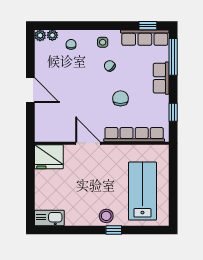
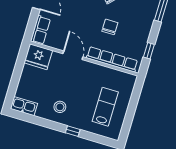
row of seats: (161, 78) -> (40, 30), moved, turned 180
lab bench: (142, 191) -> (105, 107), width x0.73, depth x0.72
stool: (106, 216) -> (60, 107), moved

